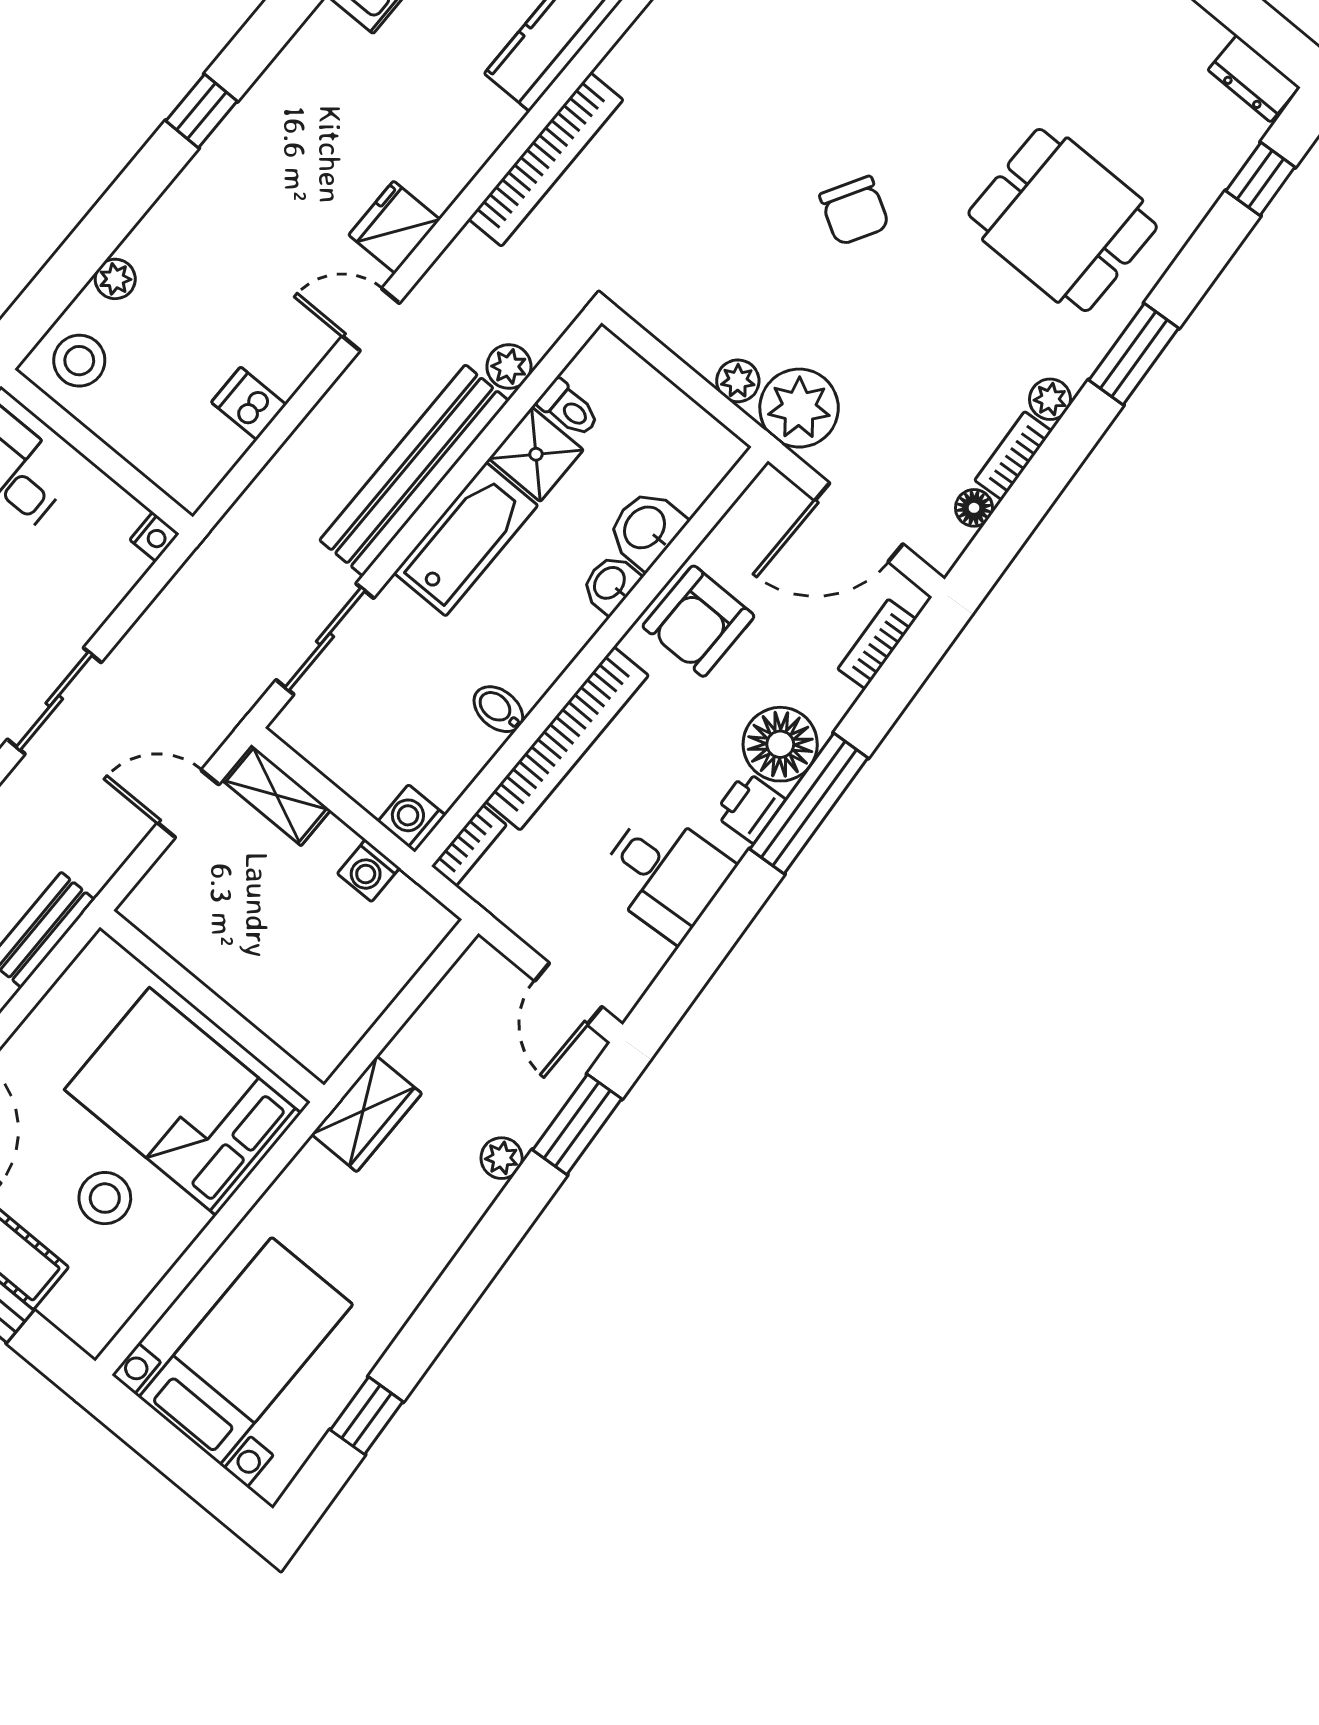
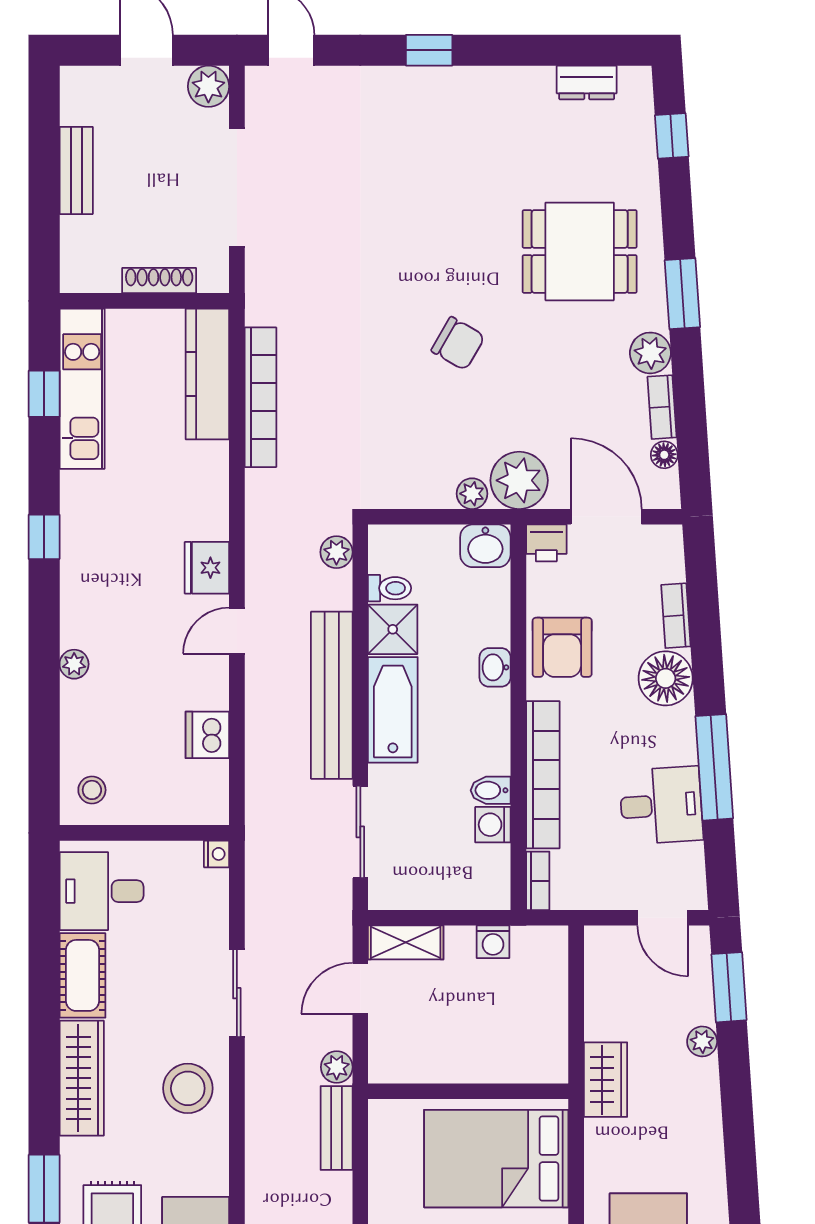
dresser: (1254, 79) -> (587, 82), moved
window: (201, 111) -> (44, 537), moved
bookcase: (546, 159) -> (260, 397), moved
plant: (115, 279) -> (74, 664), moved
stool: (79, 361) -> (92, 790), width x0.73, depth x0.73
plant: (509, 367) -> (336, 552), moved
plant: (1050, 399) -> (650, 353), width x1.38, depth x1.38
dishwasher: (249, 403) -> (207, 735), width x1.38
door: (859, 522) -> (606, 517), swing flipped
washbasin: (646, 529) -> (485, 546), moved, turned -90
bookcase: (877, 644) -> (676, 616), moved
window: (809, 804) -> (714, 767), moved
printer: (749, 807) -> (546, 543), moved, turned -86
washing machine: (412, 818) -> (493, 825), moved
plant: (95, 866) -> (337, 1067), added

